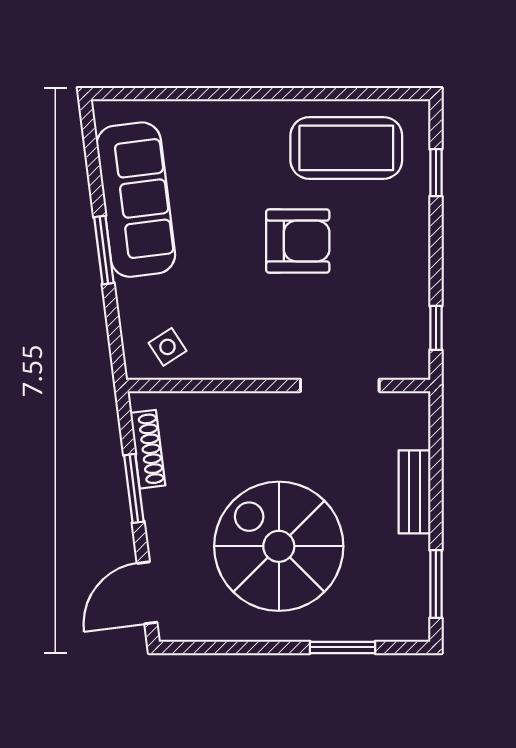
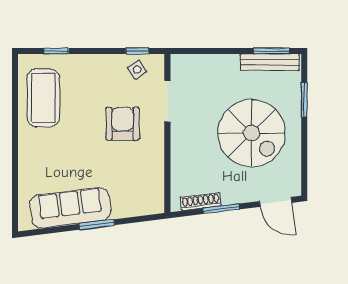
armchair: (298, 241) -> (123, 124), moved
side table: (167, 347) -> (137, 69), moved
bench: (414, 492) -> (270, 62), moved, width x1.36
spiral stairs: (279, 546) -> (251, 133), turned -90

